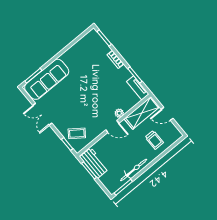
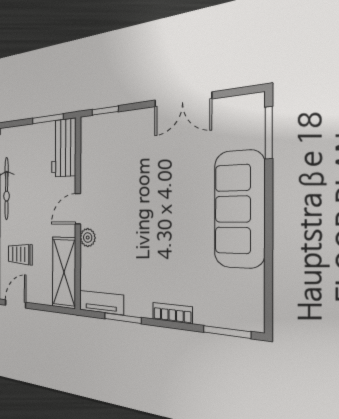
sofa: (47, 79) -> (239, 209), moved
double door: (42, 114) -> (182, 100), swing flipped
door: (167, 114) -> (16, 304), moved
coffee table: (77, 133) -> (108, 141), removed
workbench: (94, 163) -> (64, 148), moved, turned 90

